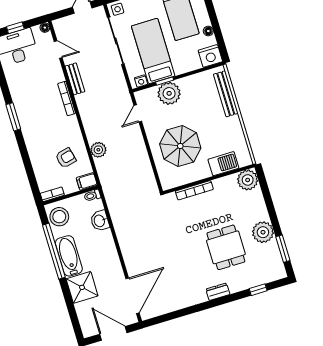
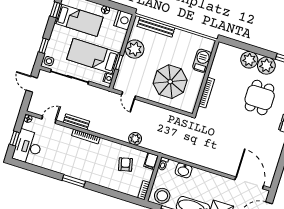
plant: (169, 93) -> (135, 49), moved
plant: (248, 180) -> (249, 60), moved
dining table: (226, 247) -> (260, 97), turned 90

